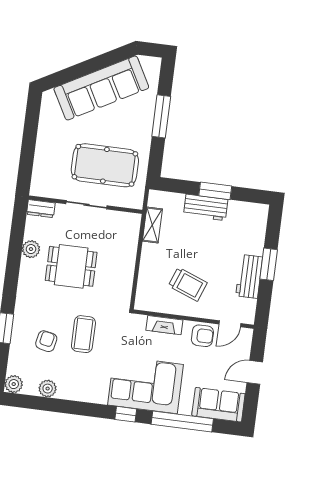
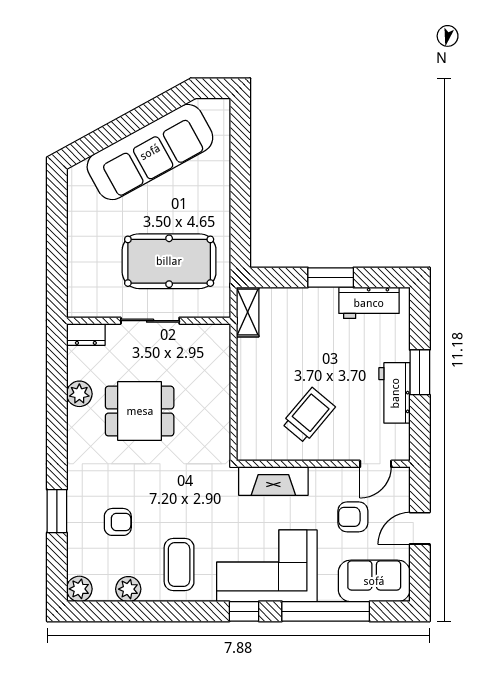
window: (161, 116) -> (240, 182), removed
workbench: (206, 207) -> (369, 303), moved
shelving: (152, 225) -> (248, 312), moved
trolley: (188, 284) -> (309, 415), turned -71
fireplace: (164, 325) -> (273, 481), width x1.37, depth x1.32
coffee table: (83, 334) -> (179, 565), moved
armchair: (202, 336) -> (353, 517), moved, turned 180
armchair: (46, 341) -> (118, 522), turned 78

